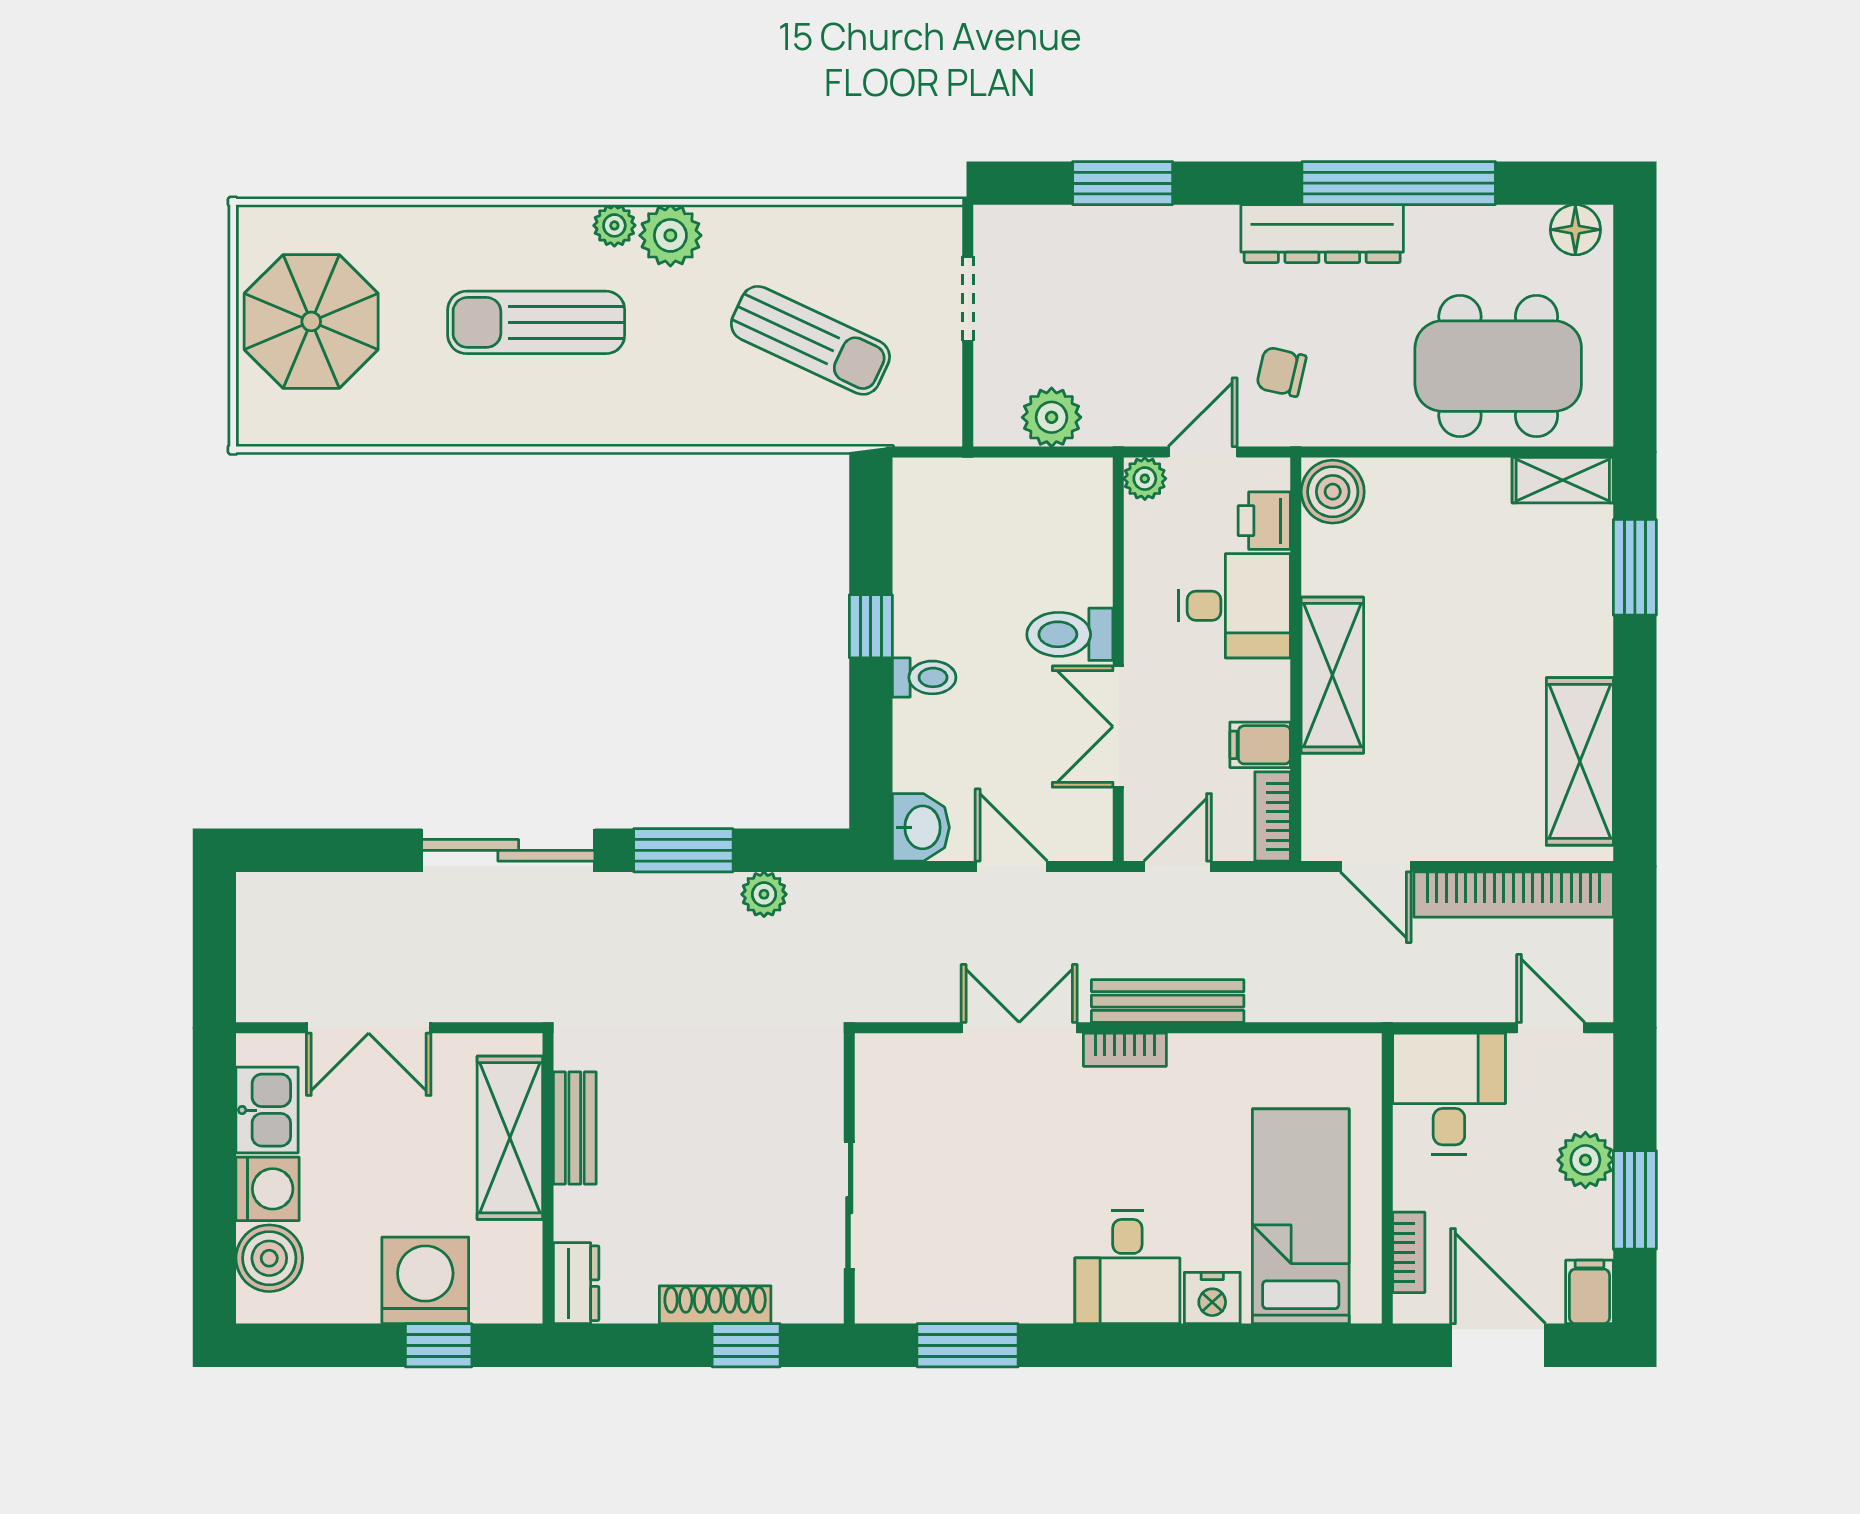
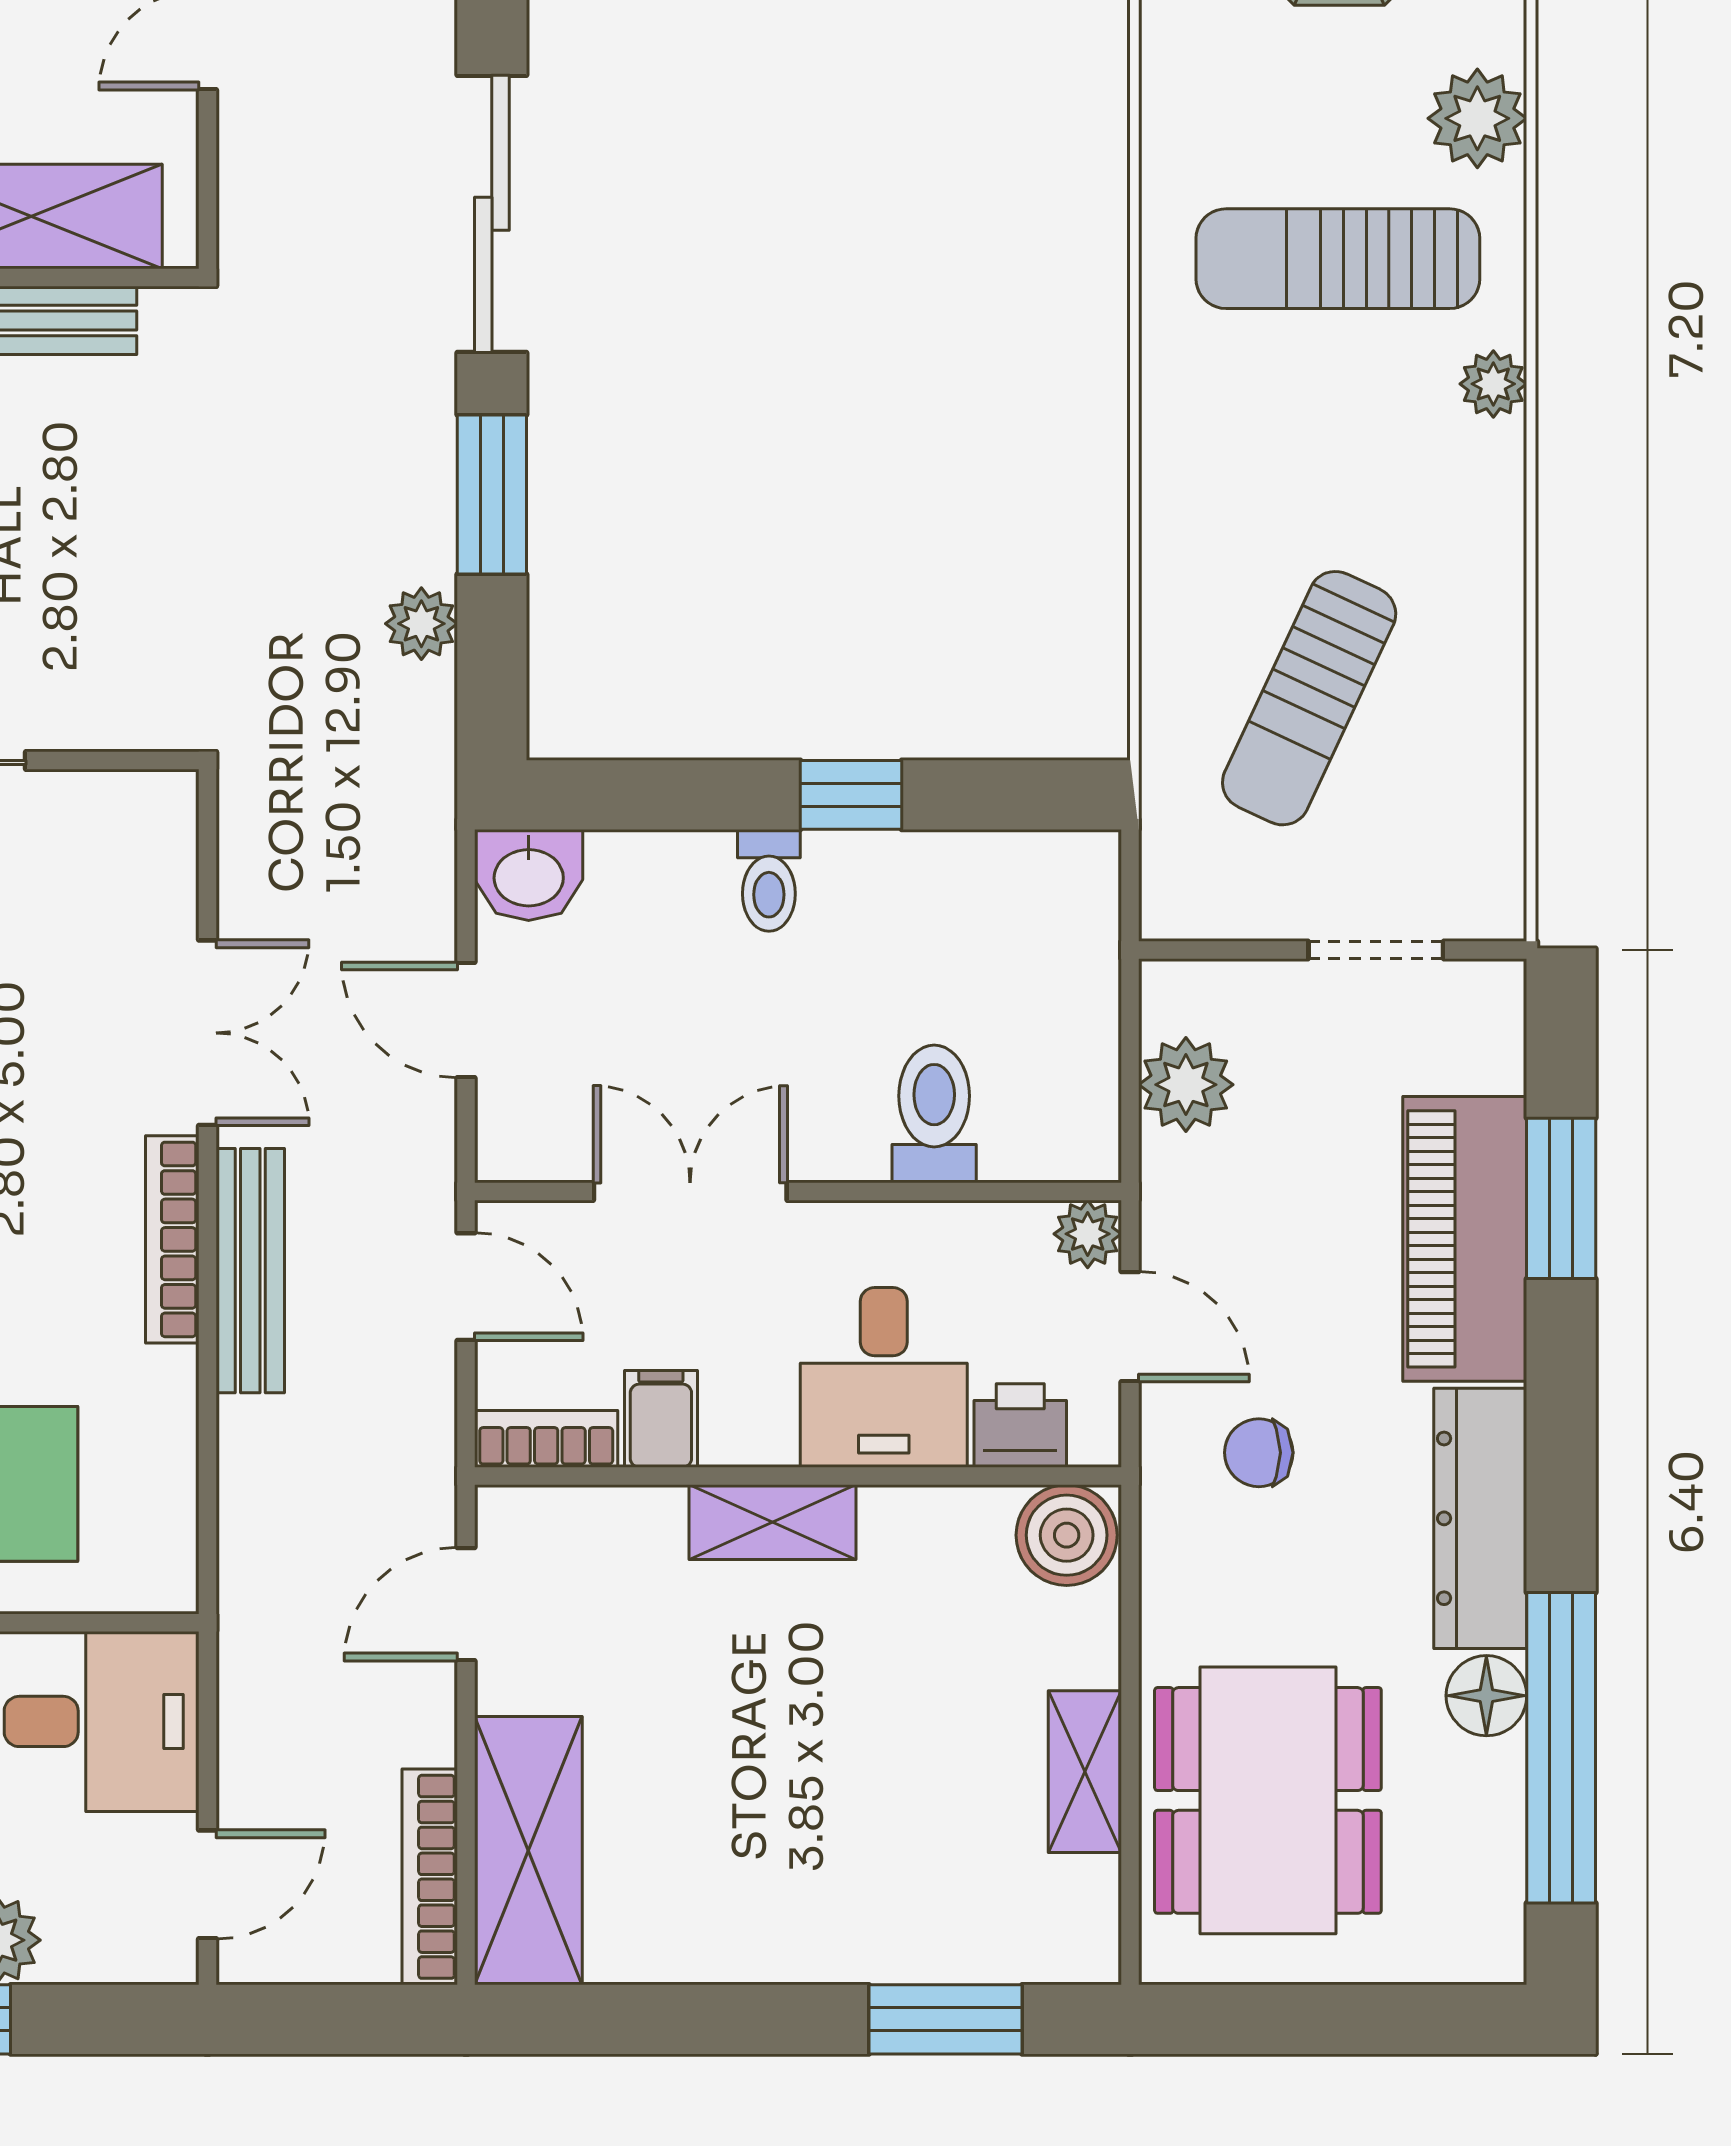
window: (1399, 183) -> (1561, 1748), moved
floor lamp: (1575, 230) -> (1486, 1696), moved
plant: (670, 235) -> (1477, 118), moved
piano: (1148, 243) -> (1465, 1239), added
sun lounger: (536, 322) -> (1338, 259), turned -90
chair: (1281, 372) -> (1259, 1453), turned -103
shelving: (1563, 480) -> (1085, 1772), moved
toilet: (1070, 634) -> (934, 1114), moved
shelving: (1332, 675) -> (772, 1522), width x0.67, depth x0.75
shelving: (1580, 761) -> (528, 1851), moved, turned 90
door: (1011, 866) -> (466, 1020), swing flipped
bookcase: (1514, 894) -> (430, 1877), width x0.68, depth x0.76
bookcase: (1125, 1050) -> (172, 1239), width x1.56

